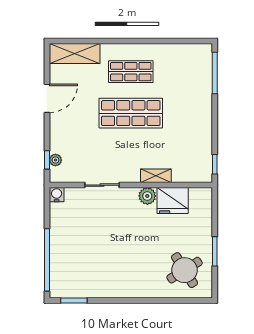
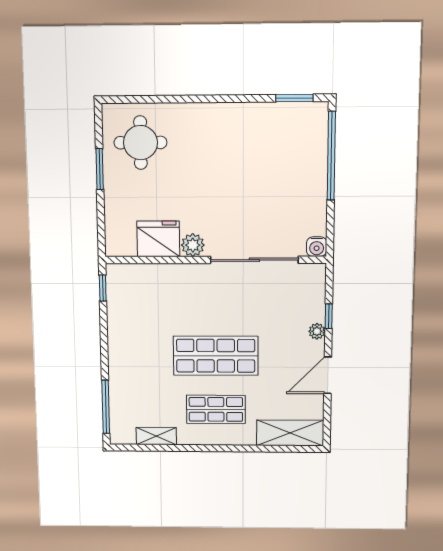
window: (47, 160) -> (329, 316), moved
plant: (55, 160) -> (317, 331), moved
shelving: (156, 176) -> (156, 436), moved
sliding door: (102, 185) -> (254, 260), width x1.86
round table: (185, 270) -> (140, 143), turned 32

